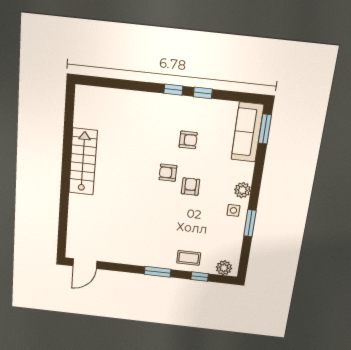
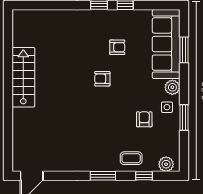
window: (265, 129) -> (184, 50), moved
sofa: (247, 132) -> (166, 44), width x1.36, depth x1.27
armchair: (190, 187) -> (144, 119), moved

